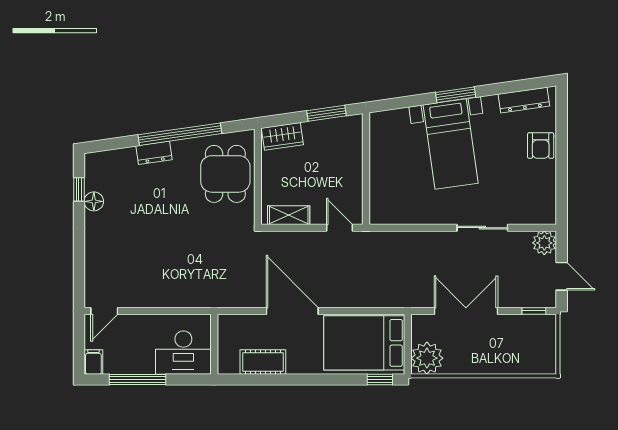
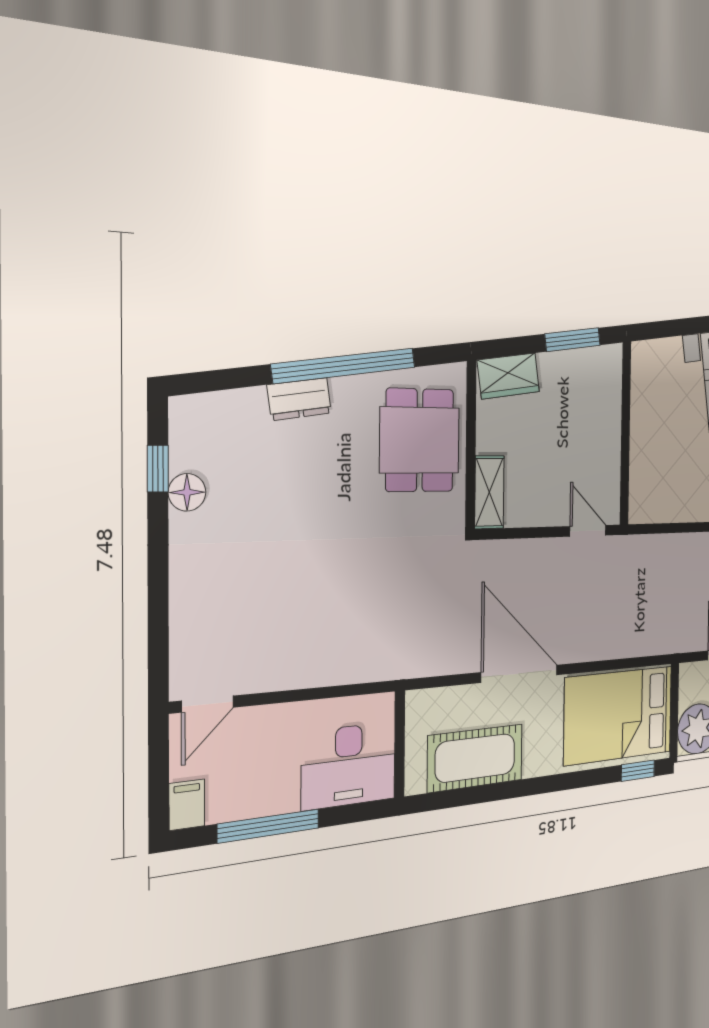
shelving: (289, 215) -> (489, 492), moved, turned 90
cot: (263, 362) -> (475, 758), width x1.37, depth x1.34

